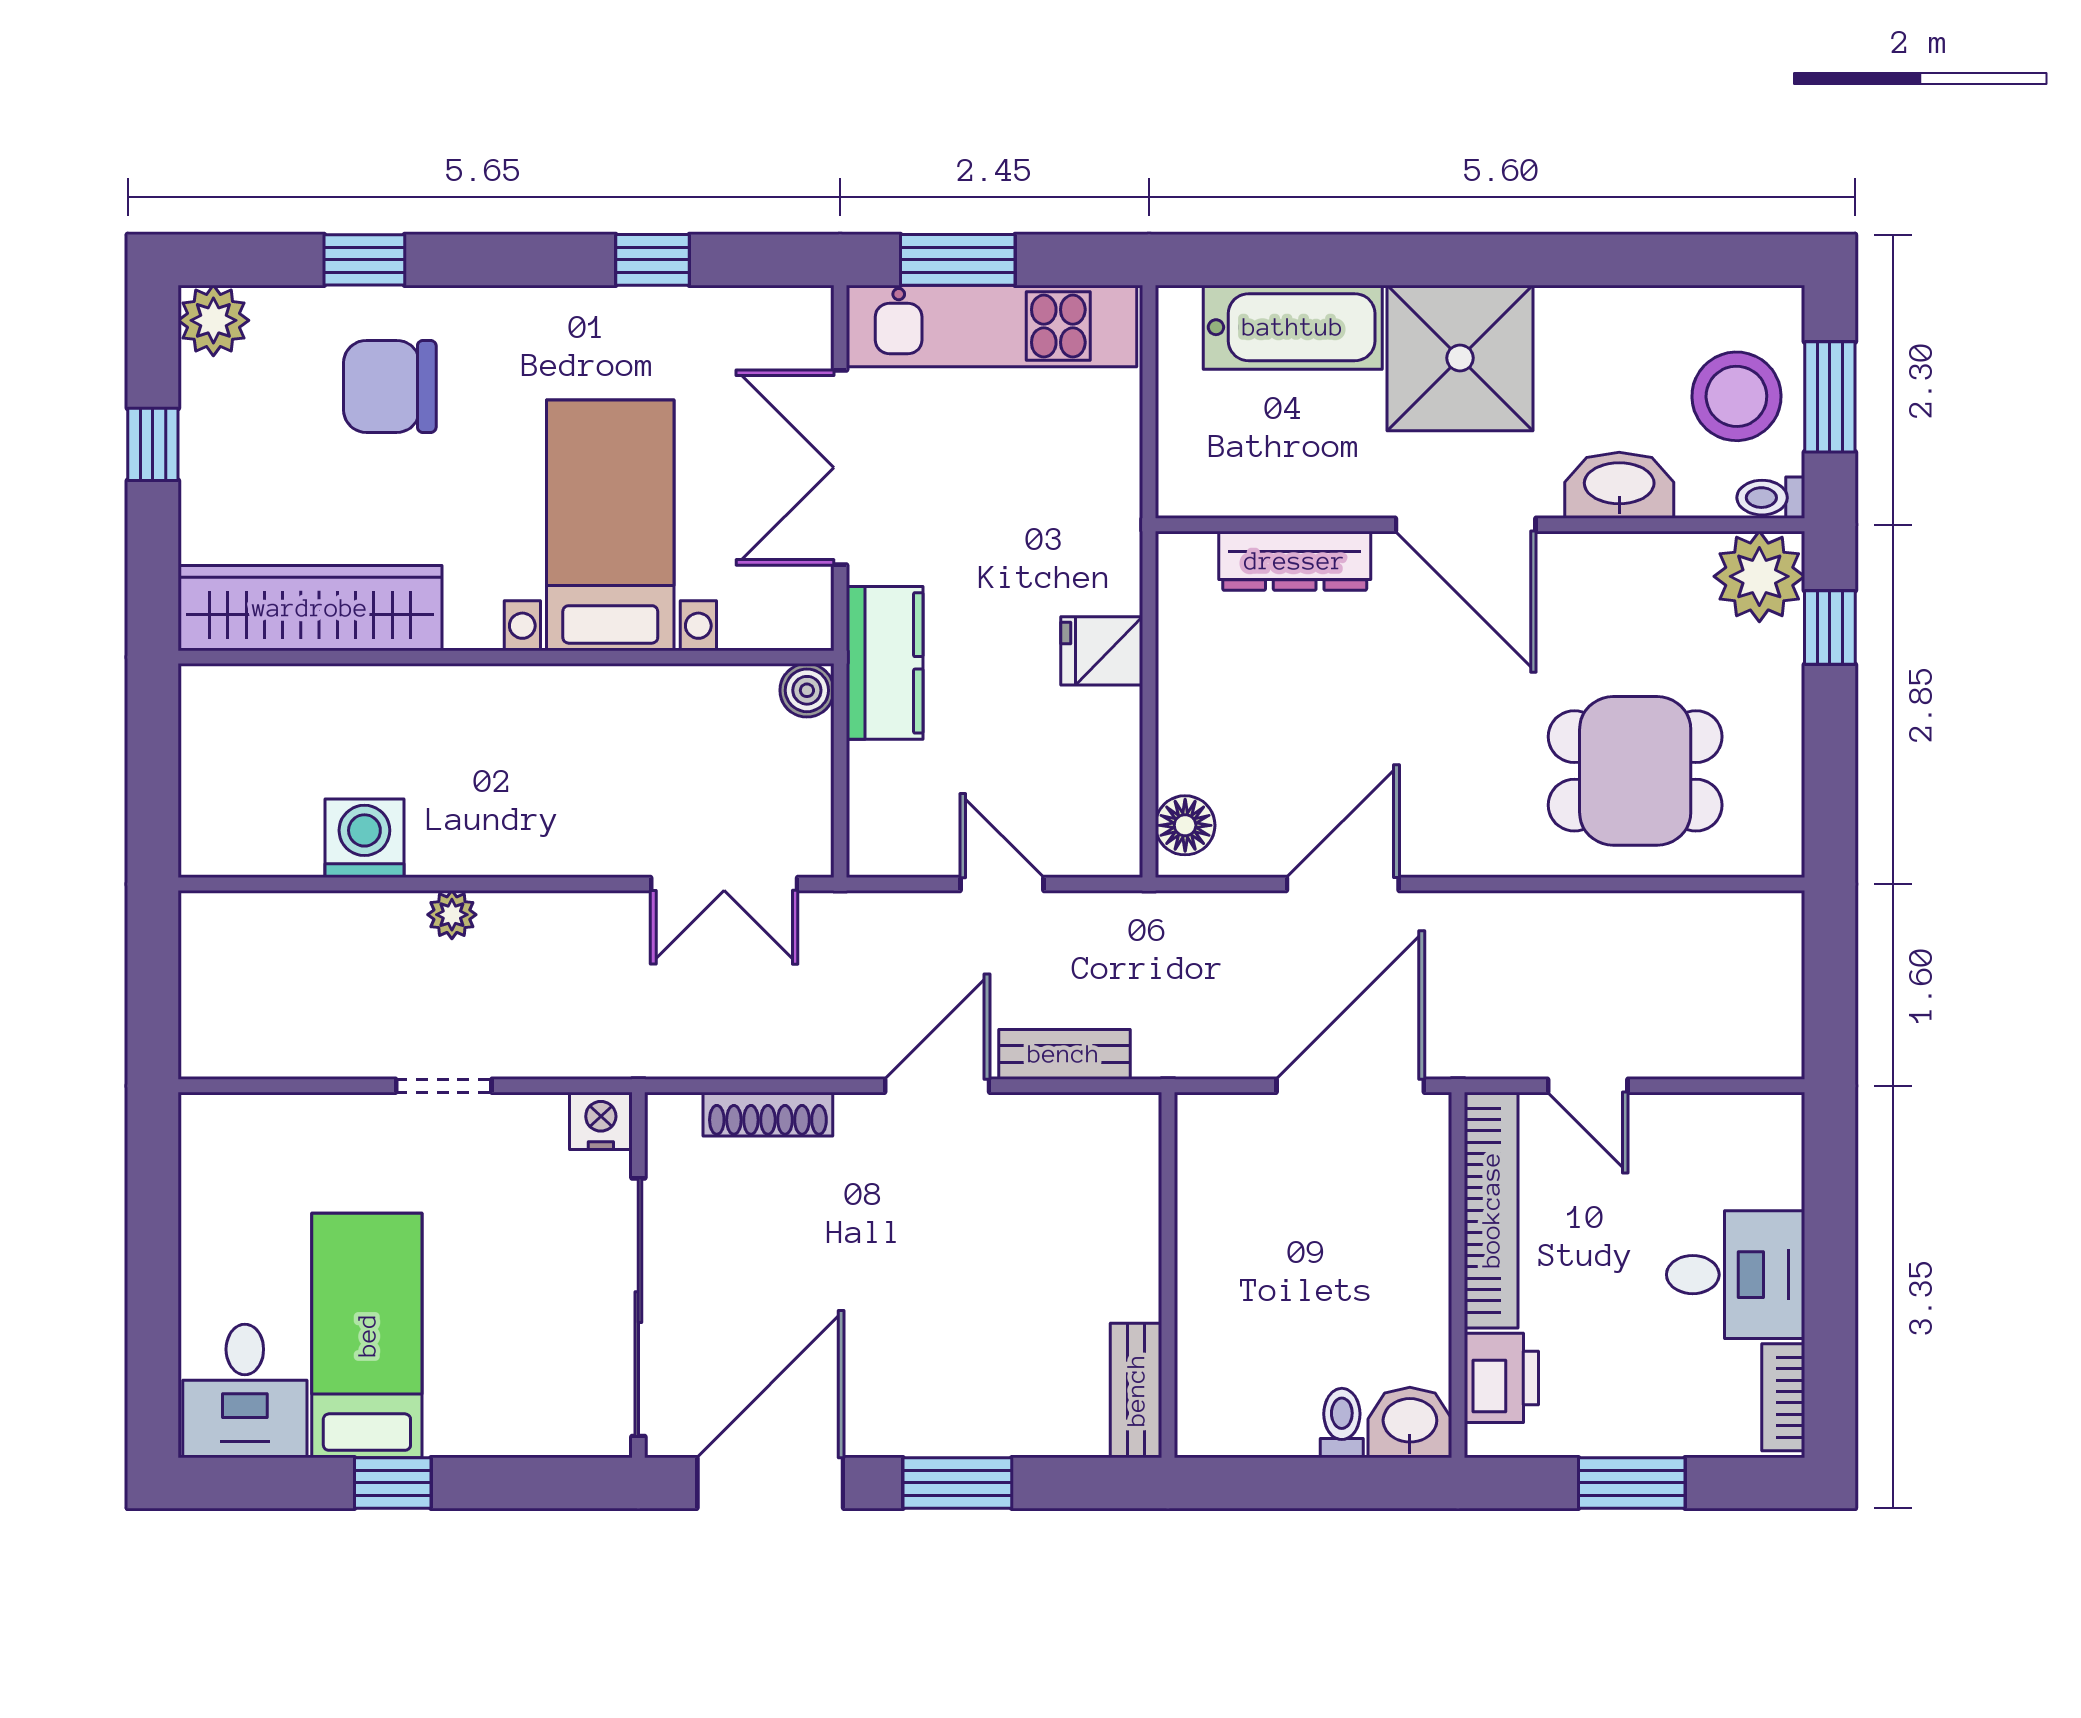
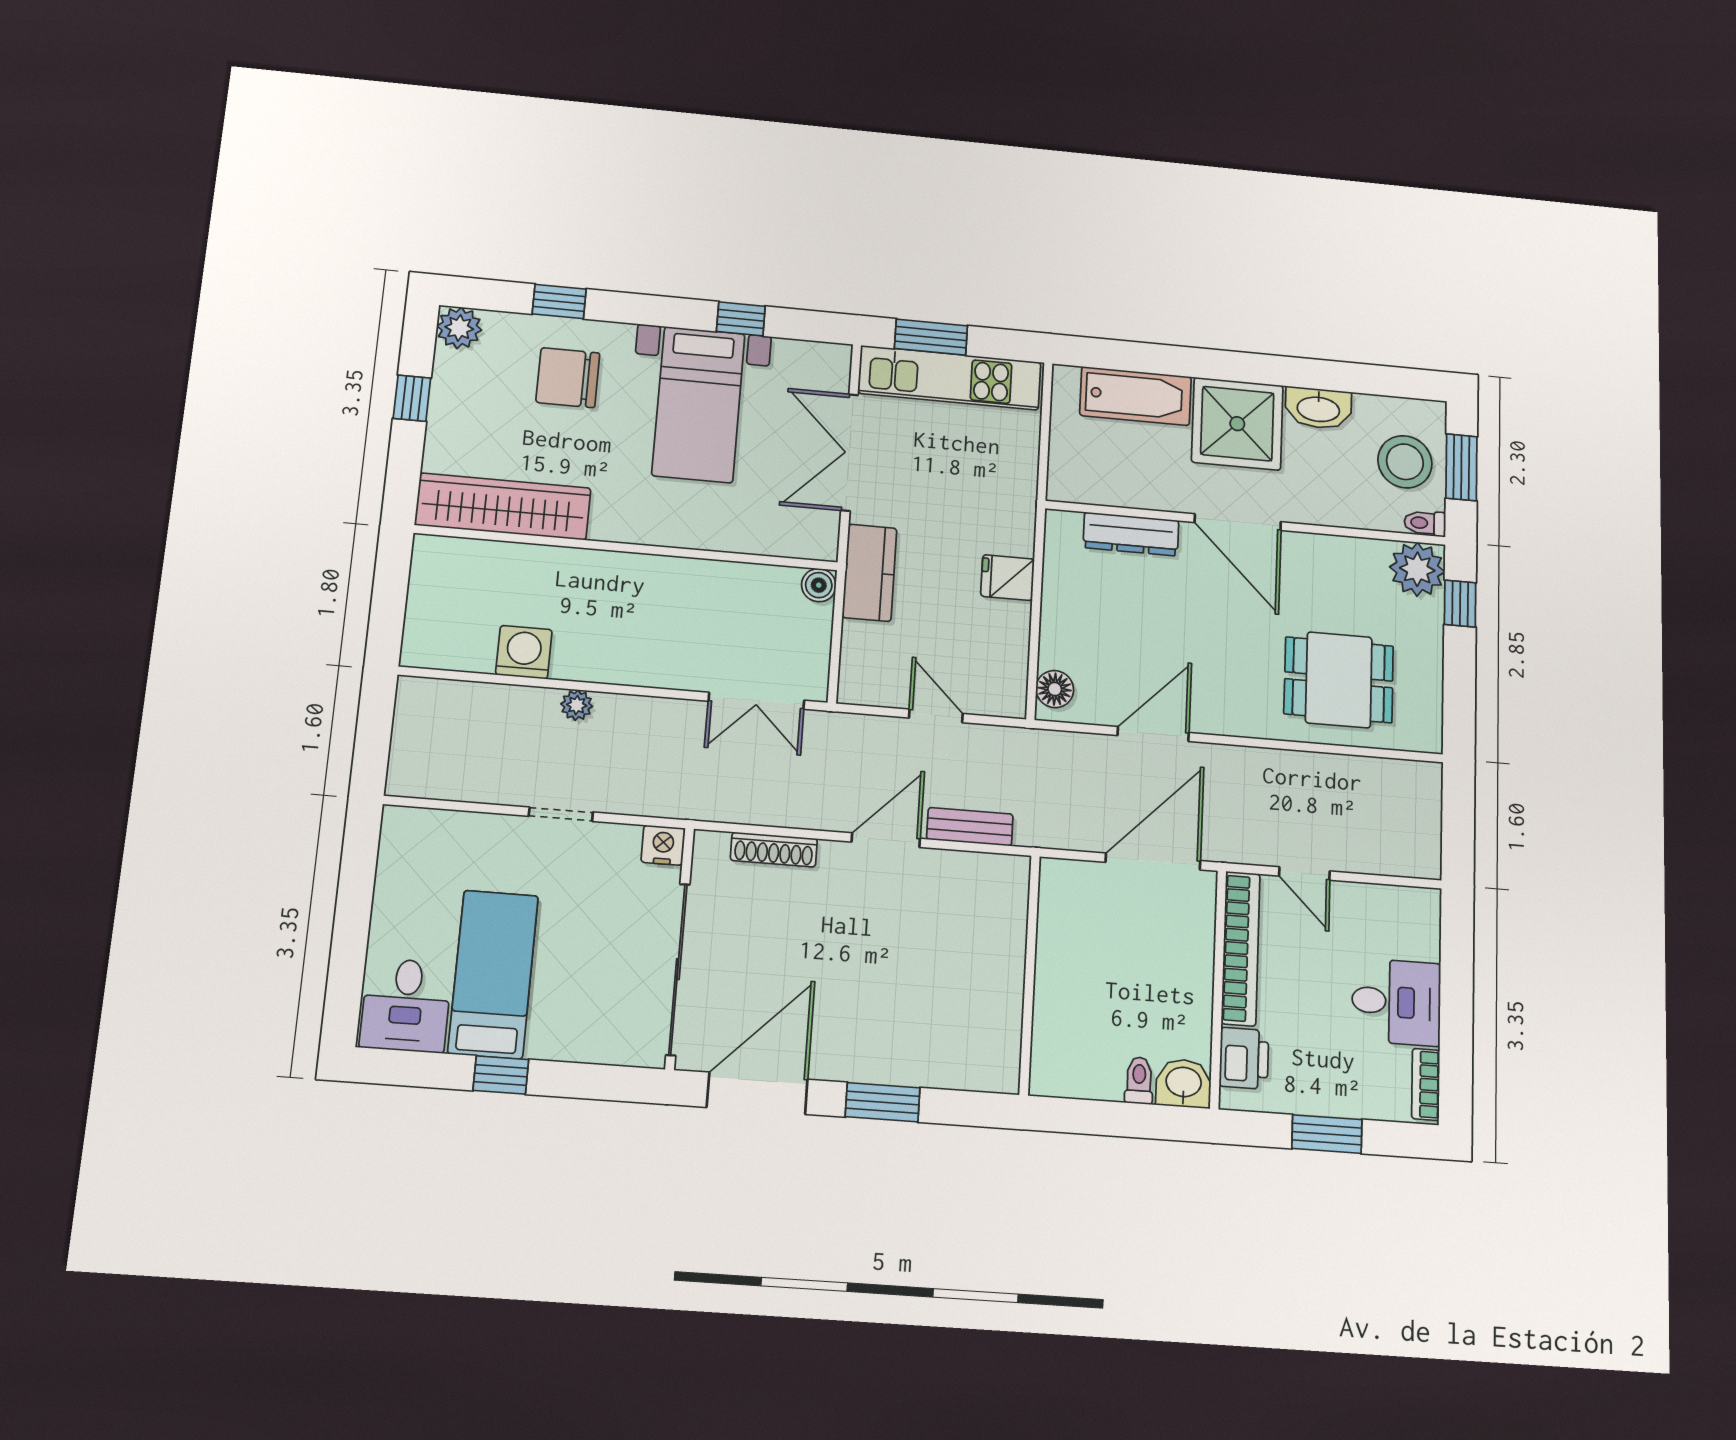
washbasin: (1619, 485) -> (1318, 408), moved, turned 180
bed with nightstands: (610, 525) -> (698, 404), moved, turned 180
bench: (1136, 1390) -> (1005, 1049), removed

